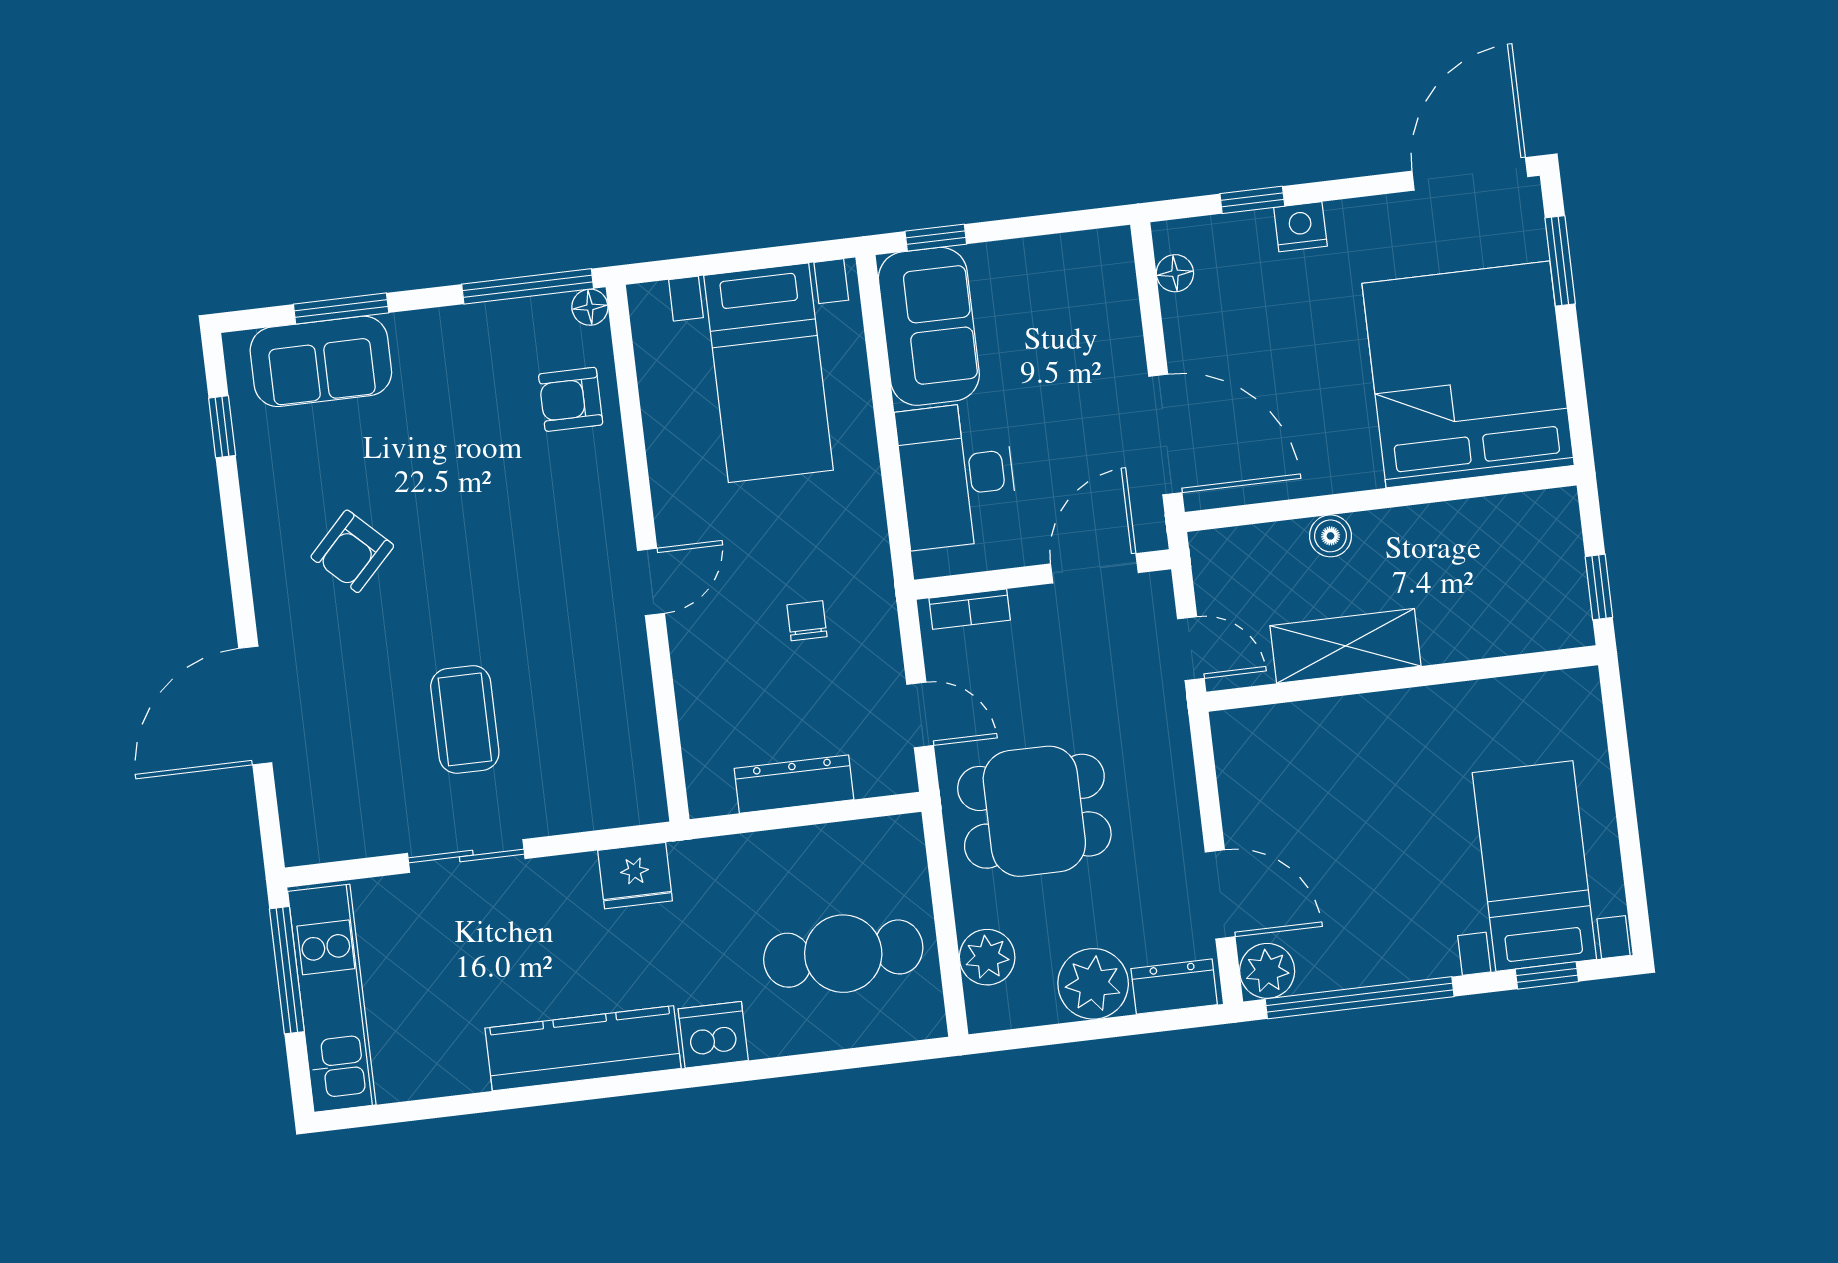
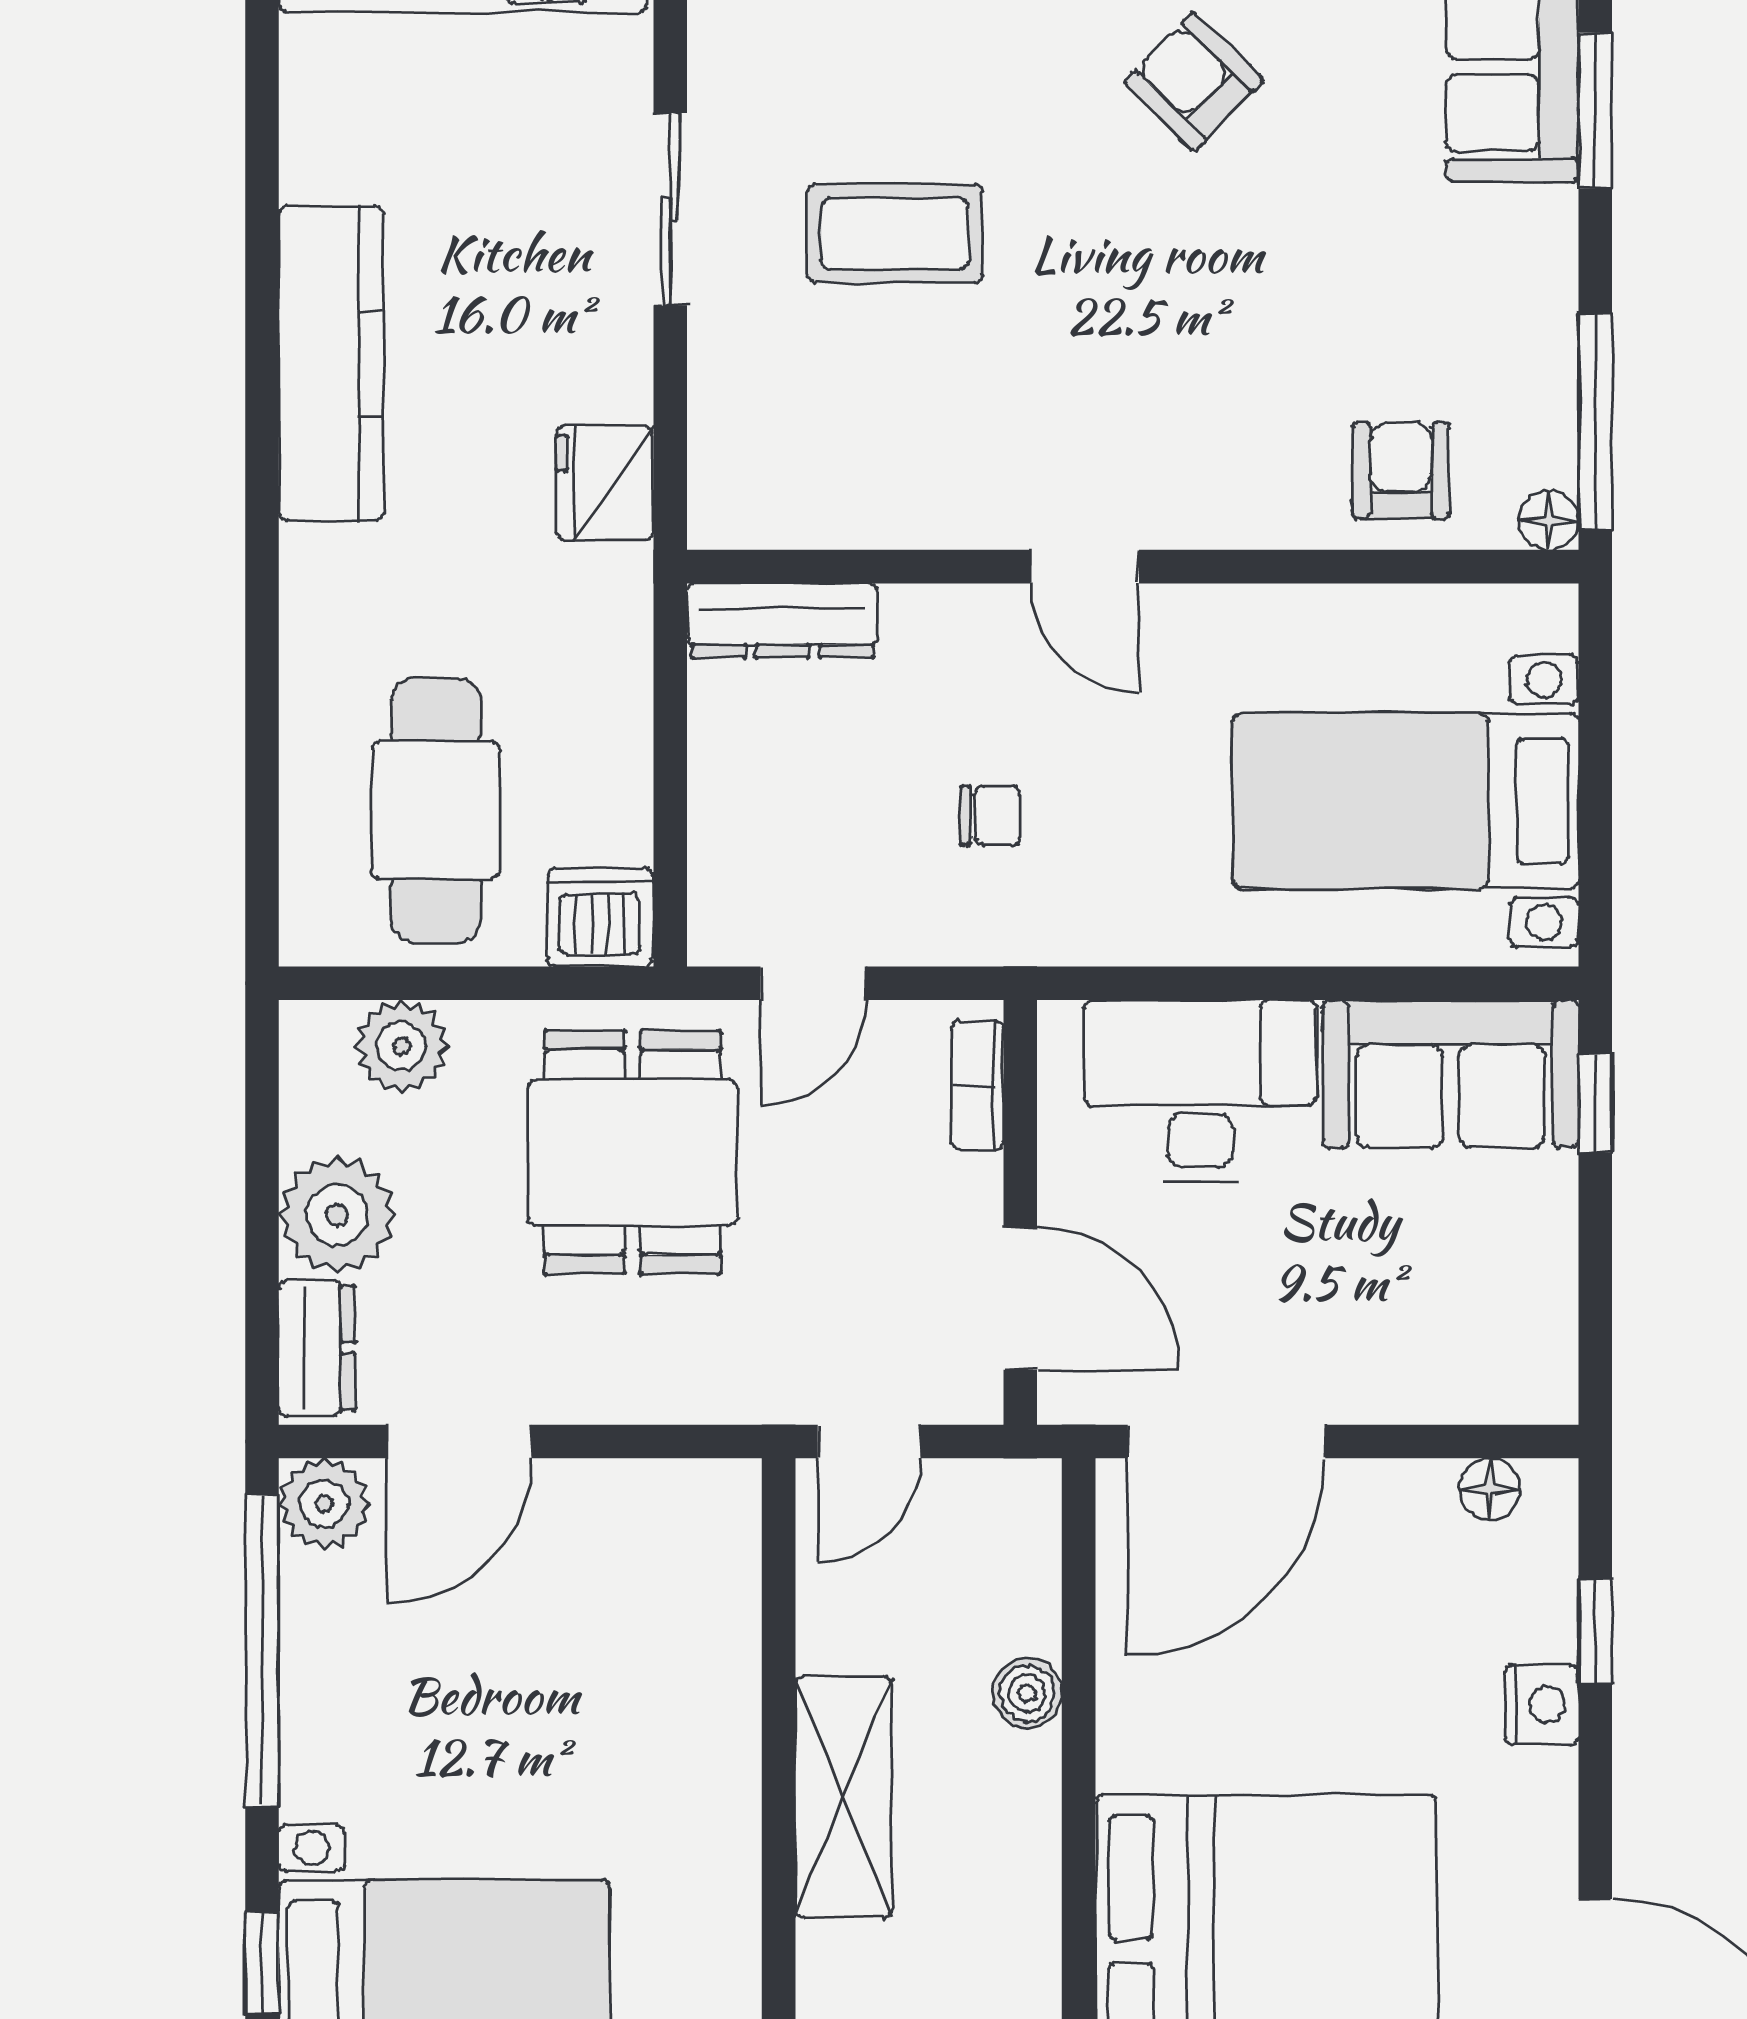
shelving: (1346, 646) -> (843, 1797), moved
dresser: (794, 784) -> (782, 621), moved, turned 90
dishwasher: (713, 1035) -> (600, 917), moved, turned -90

